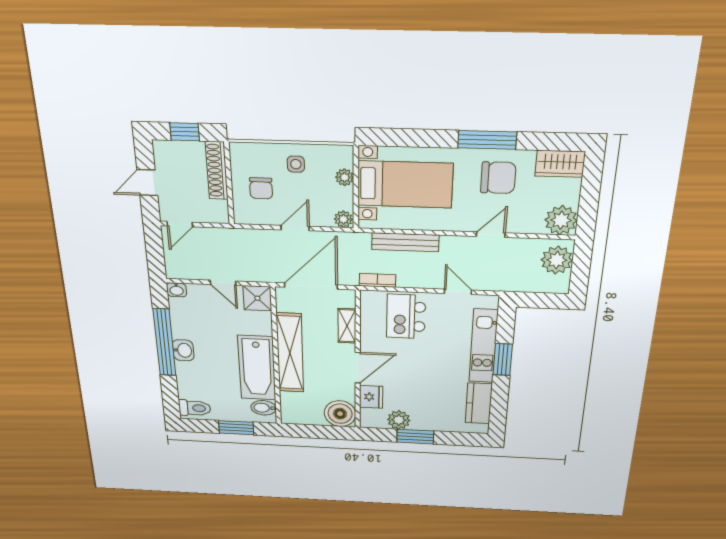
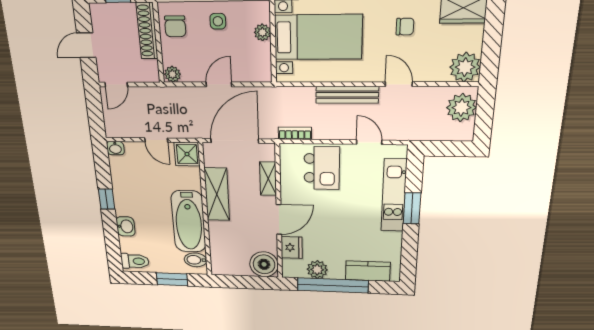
chair: (498, 178) -> (405, 27), width x0.54, depth x0.54
chair: (261, 188) -> (175, 26), moved
plant: (343, 219) -> (172, 74), moved
door: (491, 235) -> (399, 84), hinge flipped
bench: (405, 242) -> (347, 95), moved
kitchen island: (406, 316) -> (322, 168), turned 180
window: (165, 342) -> (107, 199), width x0.32
washbasin: (183, 350) -> (126, 226), moved
shelving: (290, 353) -> (217, 194), width x0.68
kitchen counter: (479, 403) -> (368, 271), moved, turned 90
window: (415, 437) -> (333, 285), width x2.11

